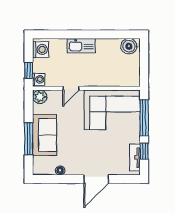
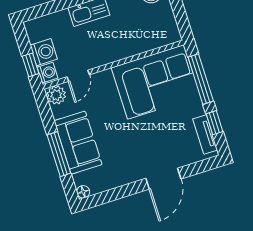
washing machine: (41, 49) -> (44, 52), moved
door: (71, 88) -> (78, 76), moved
floor lamp: (60, 170) -> (83, 192), moved

